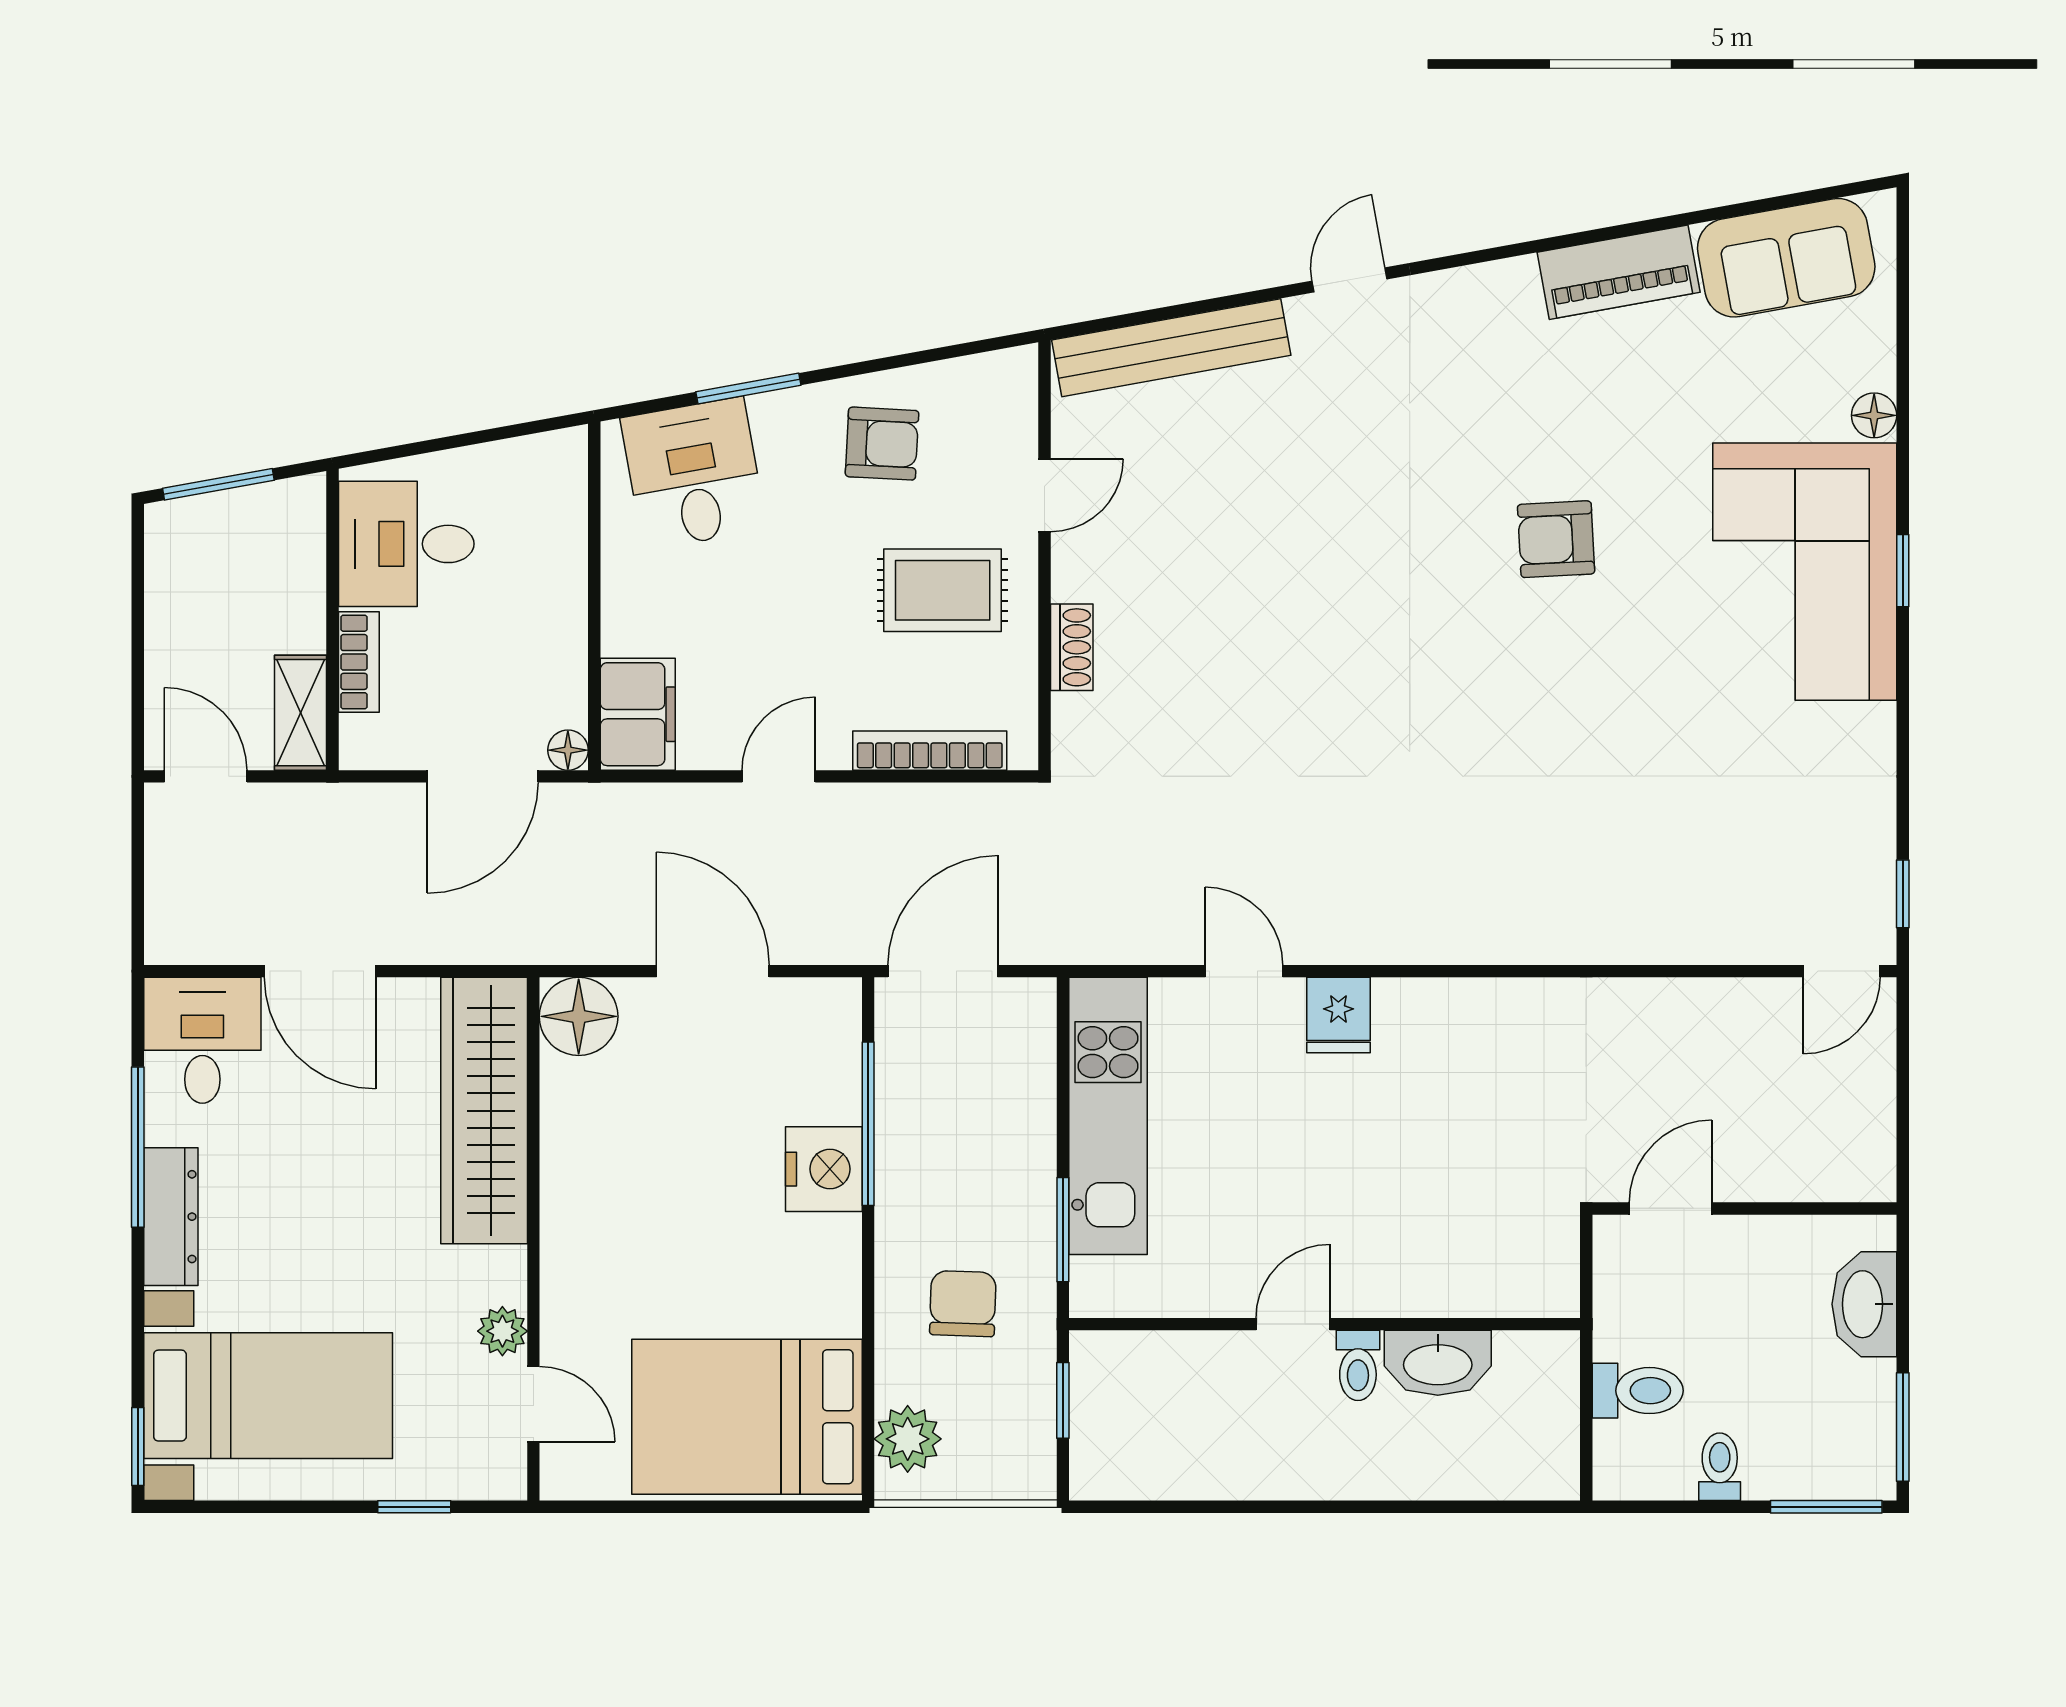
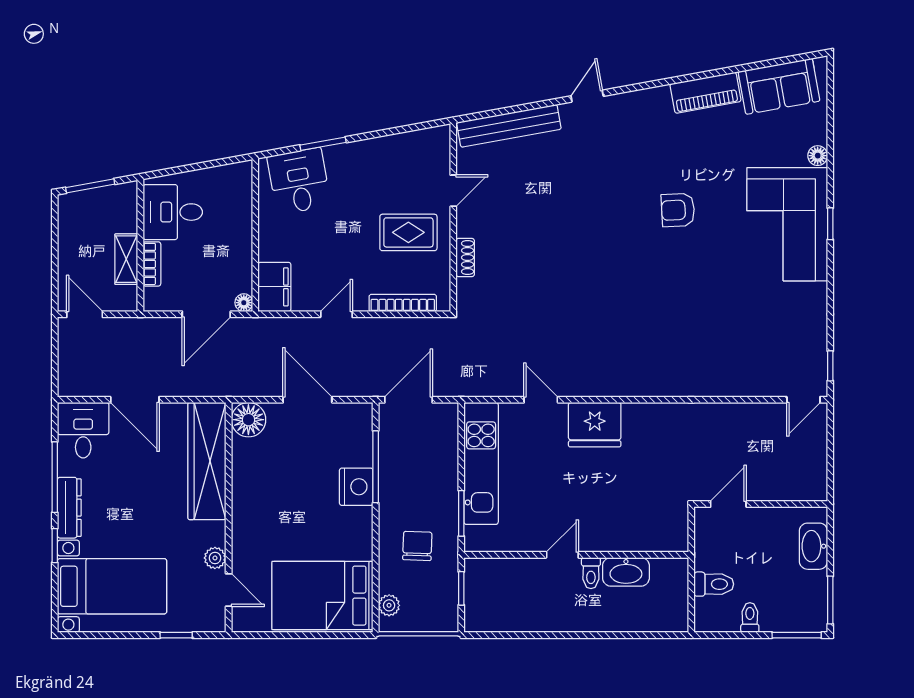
armchair: (882, 444) -> (382, 168), removed
shelving: (301, 713) -> (126, 259), moved
fridge: (1338, 1015) -> (595, 425), width x1.88, depth x1.34
plant: (908, 1439) -> (389, 605), width x0.73, depth x0.73
window: (138, 1447) -> (55, 546), moved

